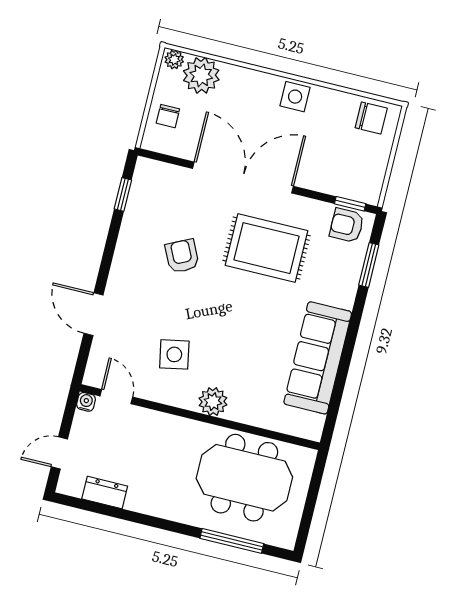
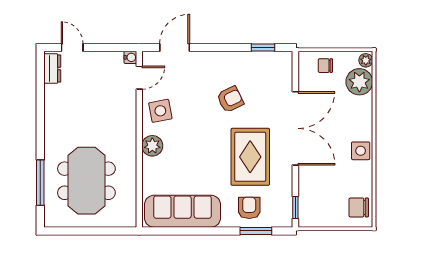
chair: (371, 118) -> (359, 207), turned 90
armchair: (347, 225) -> (249, 208), moved
door: (116, 397) -> (139, 78), moved
water cooler: (86, 402) -> (130, 57), moved
plant: (213, 402) -> (152, 146), moved
wall: (200, 417) -> (139, 139), moved
dresser: (105, 492) -> (52, 69), moved

